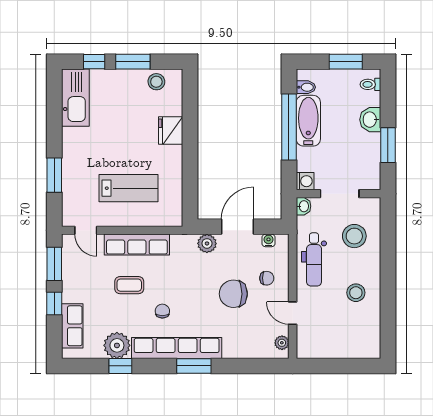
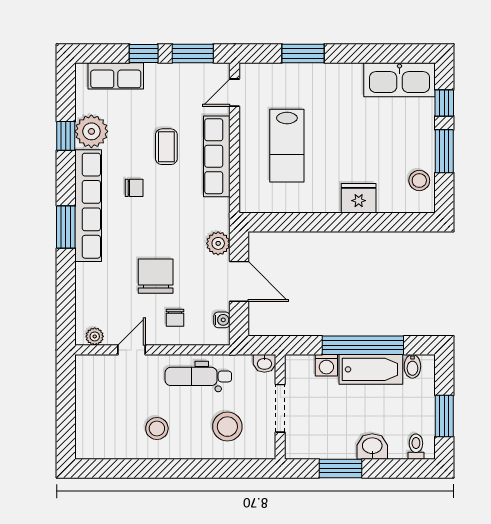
washing machine: (305, 181) -> (326, 365), moved

